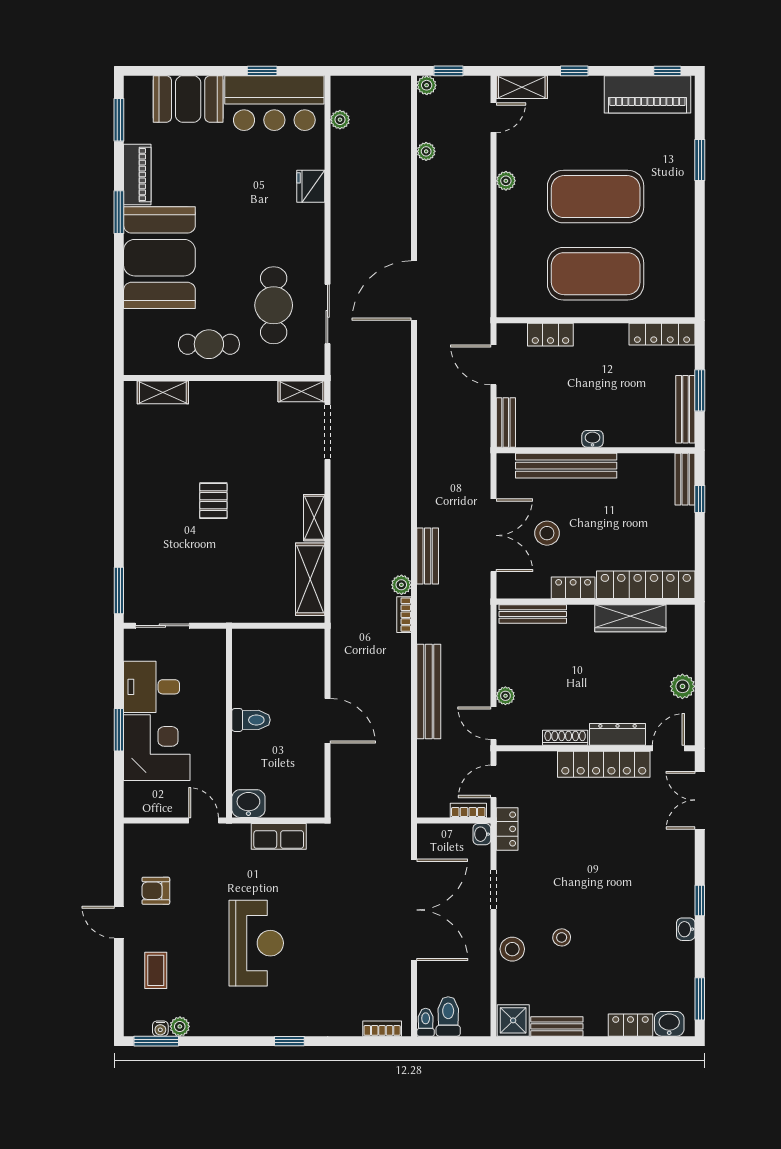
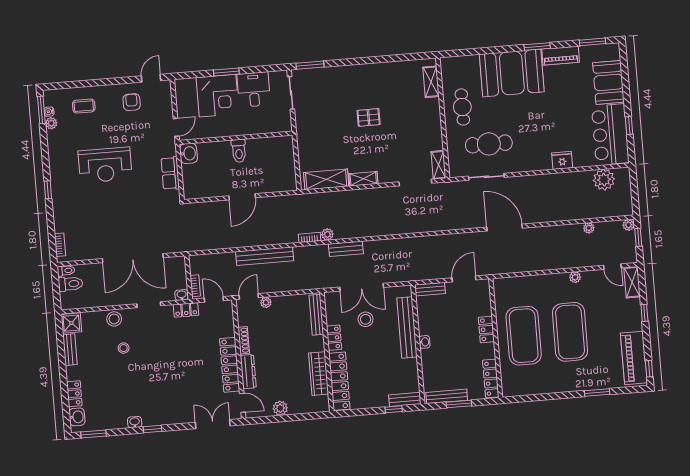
plant: (340, 120) -> (604, 180), width x1.87, depth x1.87
locker: (550, 335) -> (486, 329), moved
door: (119, 922) -> (151, 78), moved

